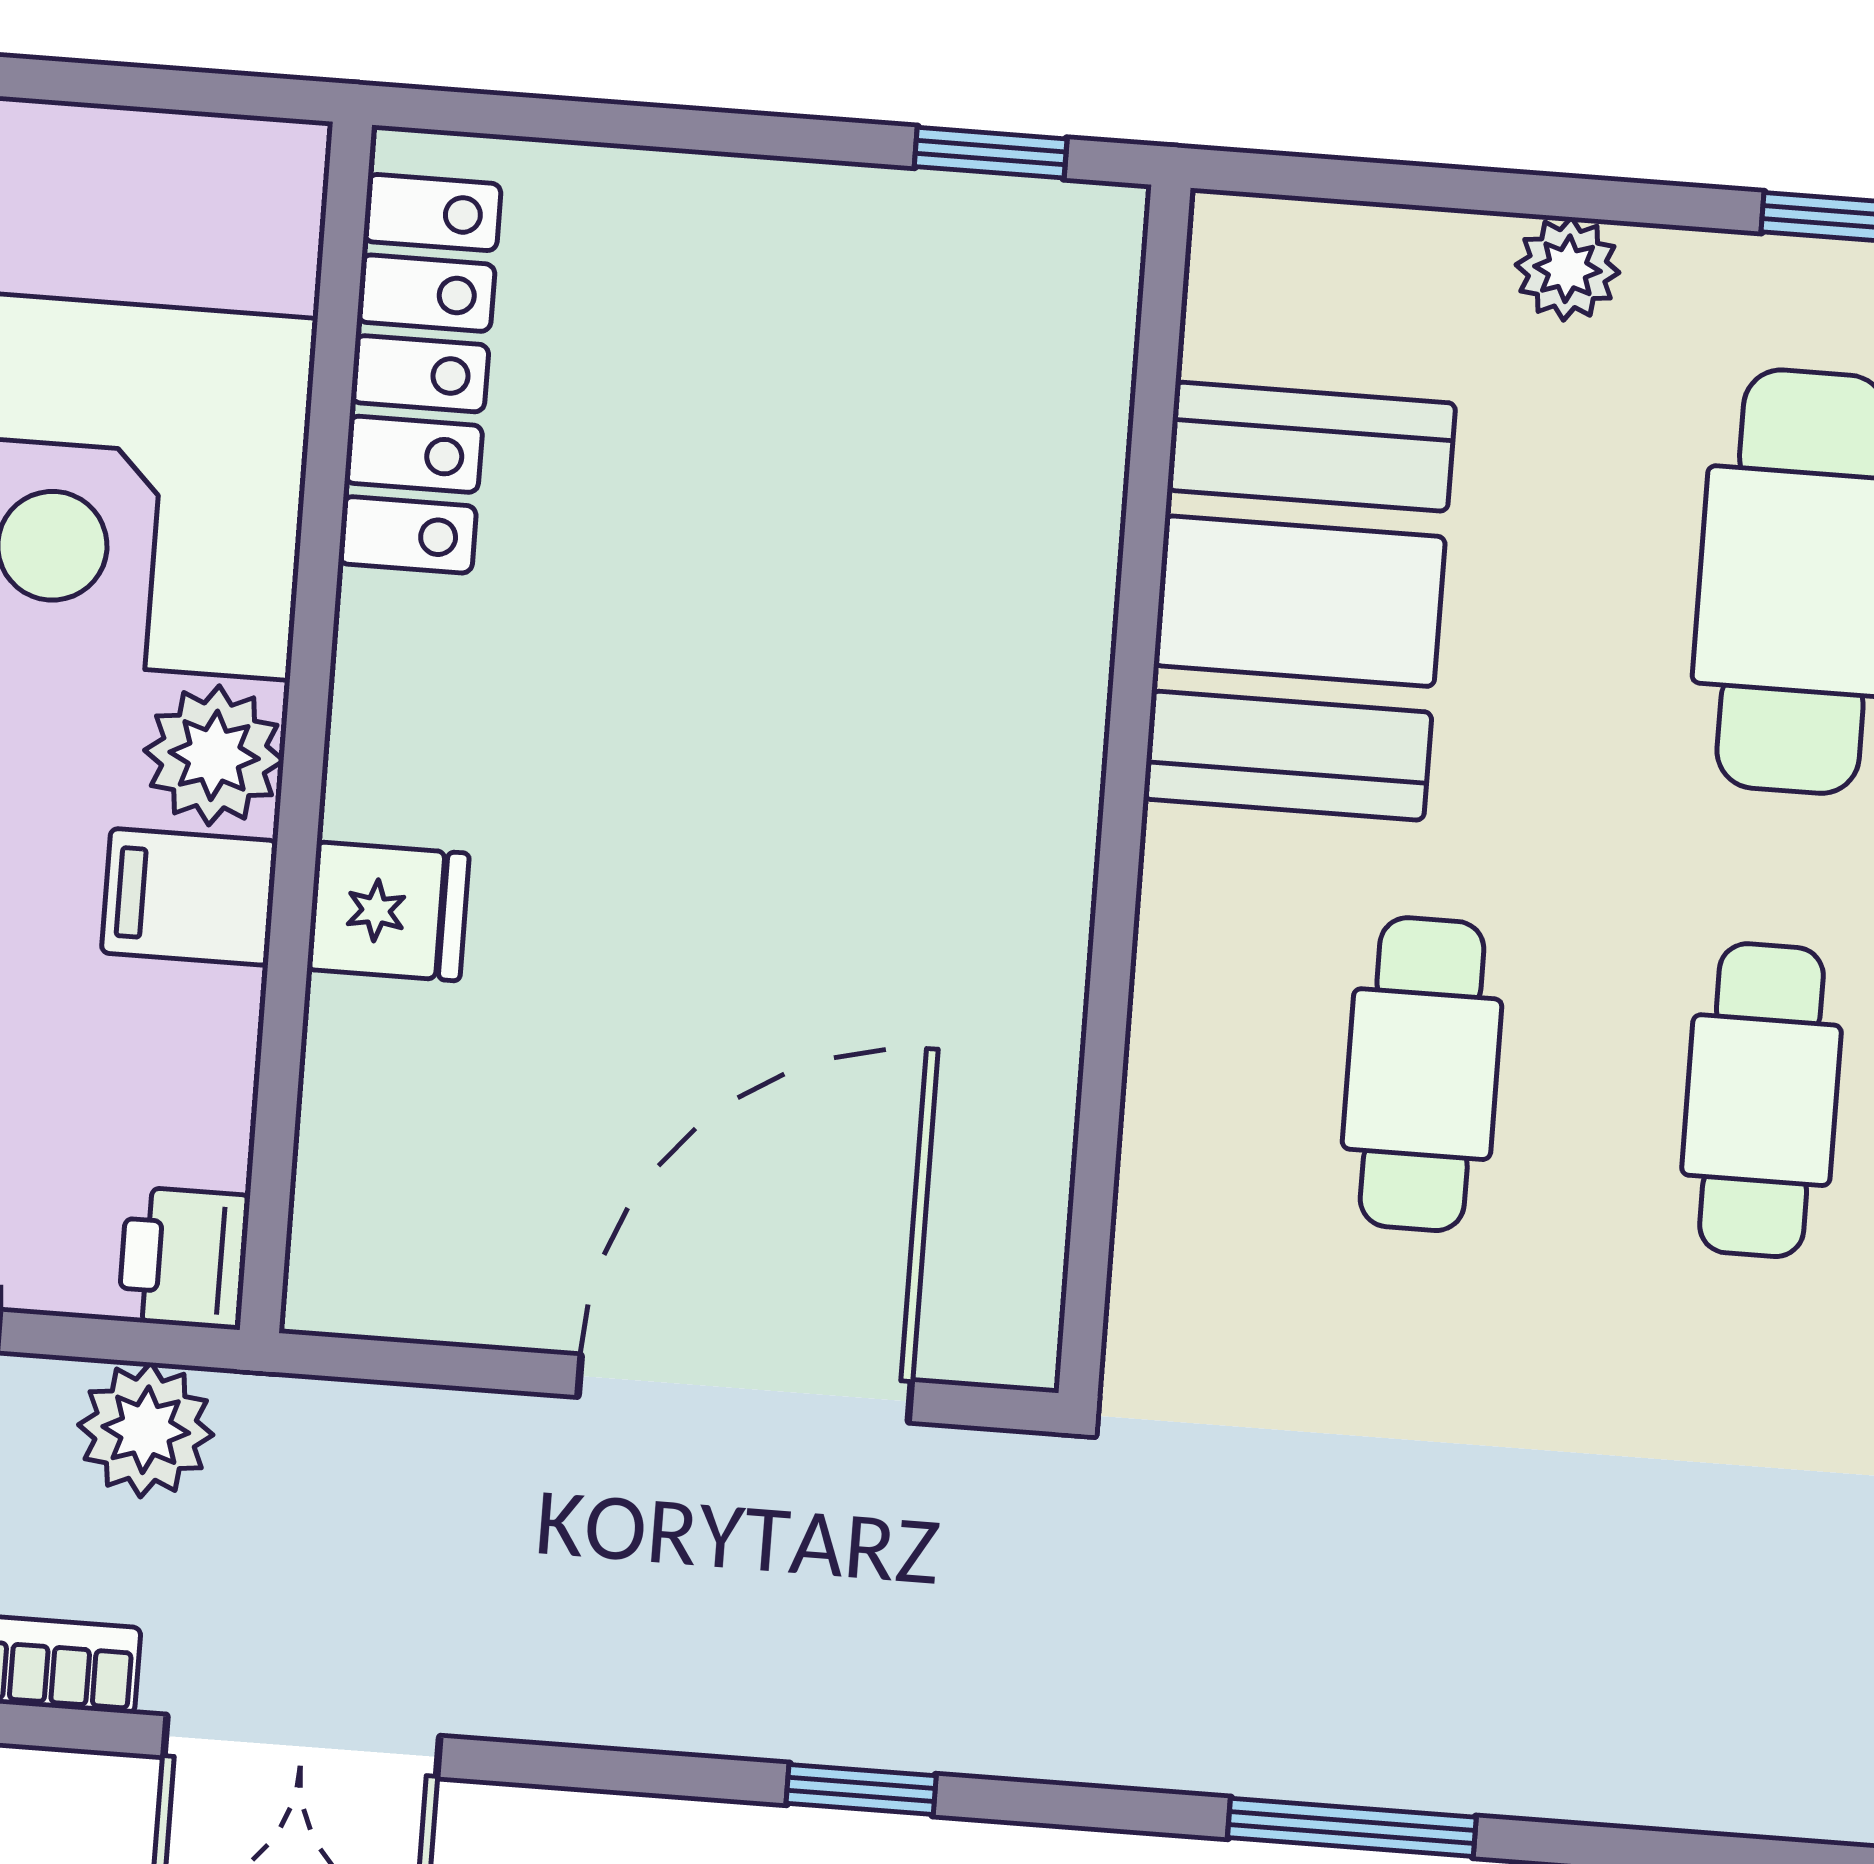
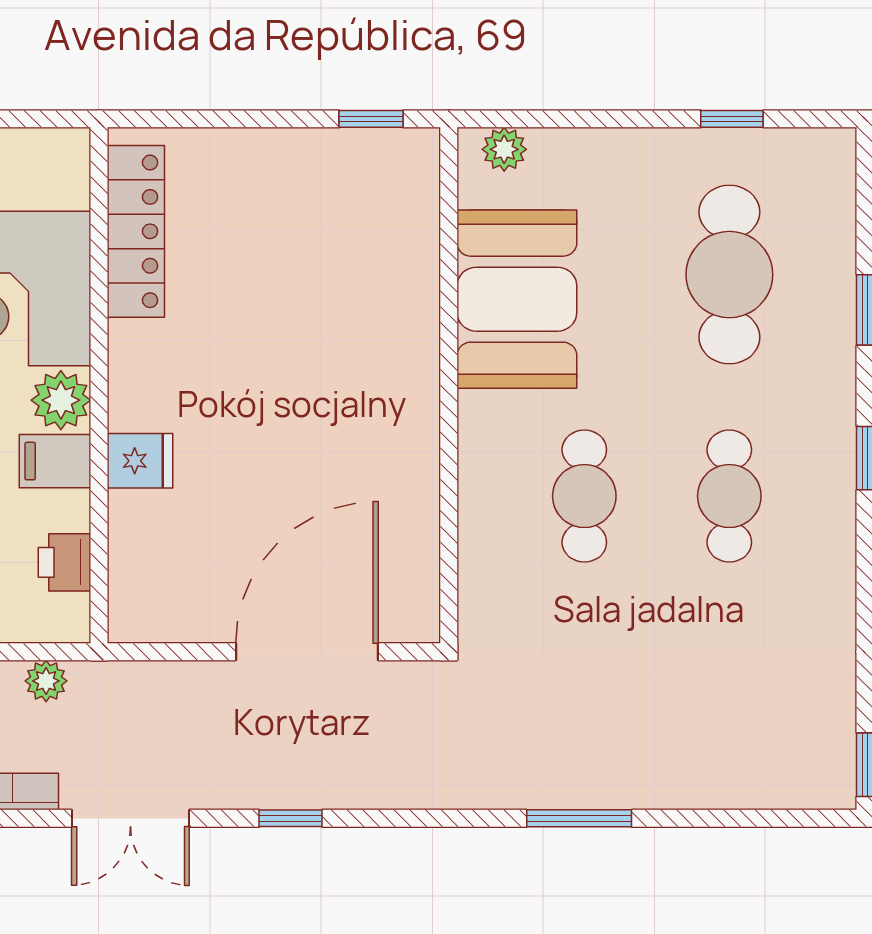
plant: (1567, 269) -> (504, 149), moved
printer: (184, 1258) -> (64, 562), moved
plant: (146, 1430) -> (46, 681), width x0.73, depth x0.73
window: (861, 1790) -> (291, 818), moved

